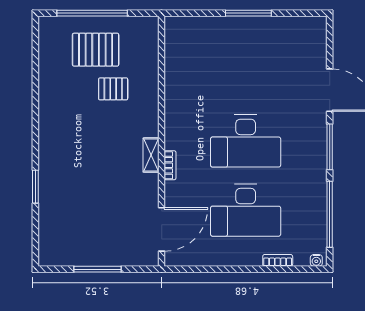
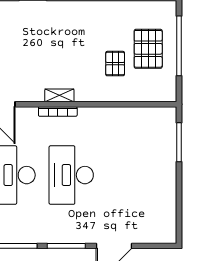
window: (248, 13) -> (179, 142), moved
bookcase: (170, 165) -> (58, 111), width x1.56

